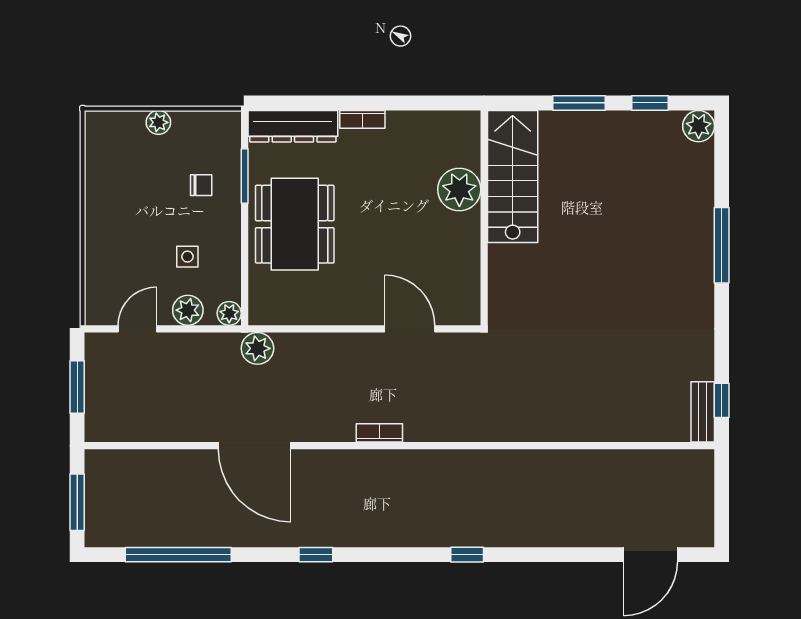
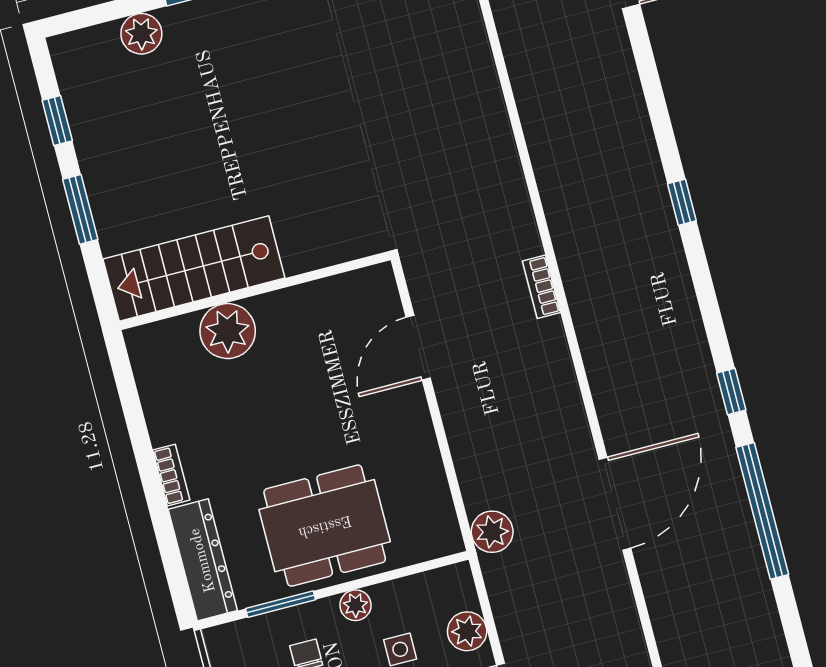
plant: (699, 126) -> (141, 34), moved
plant: (229, 313) -> (355, 605), moved
bookcase: (379, 433) -> (541, 287), moved
window: (178, 555) -> (762, 511), moved

